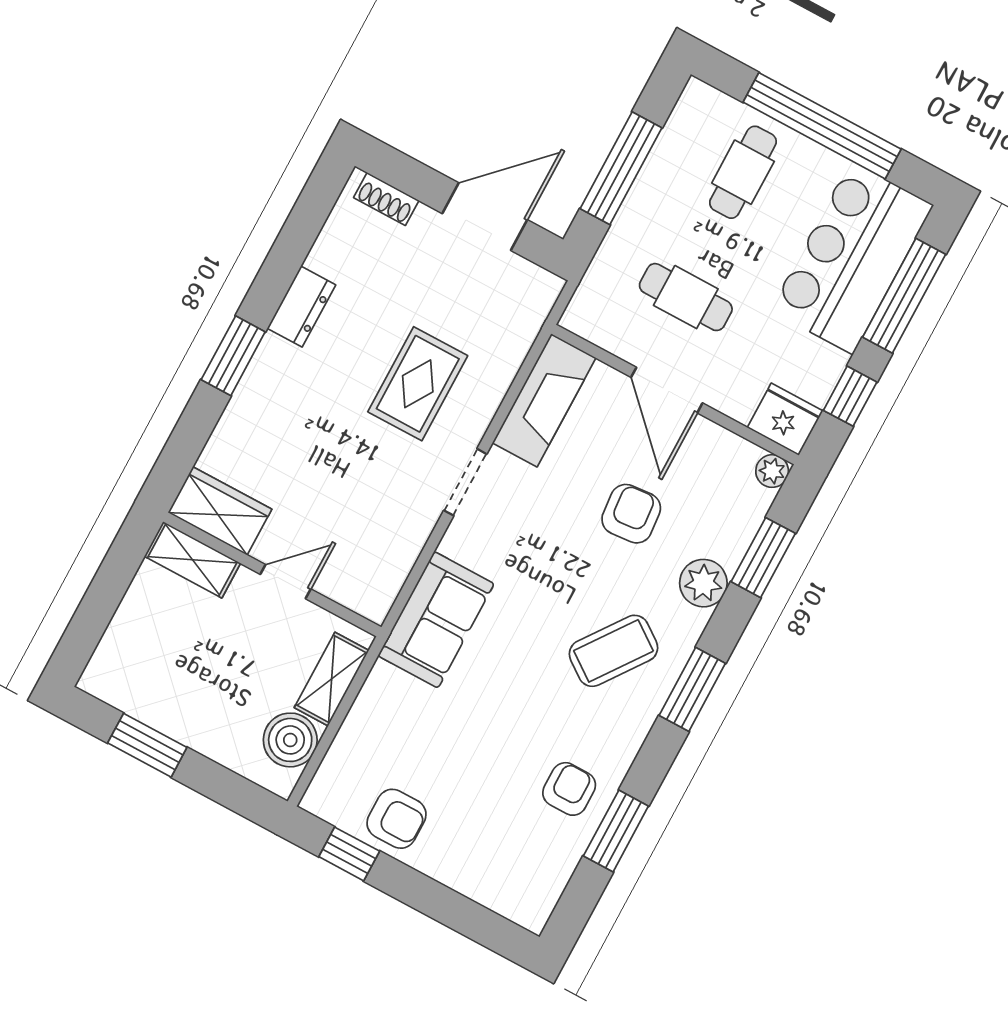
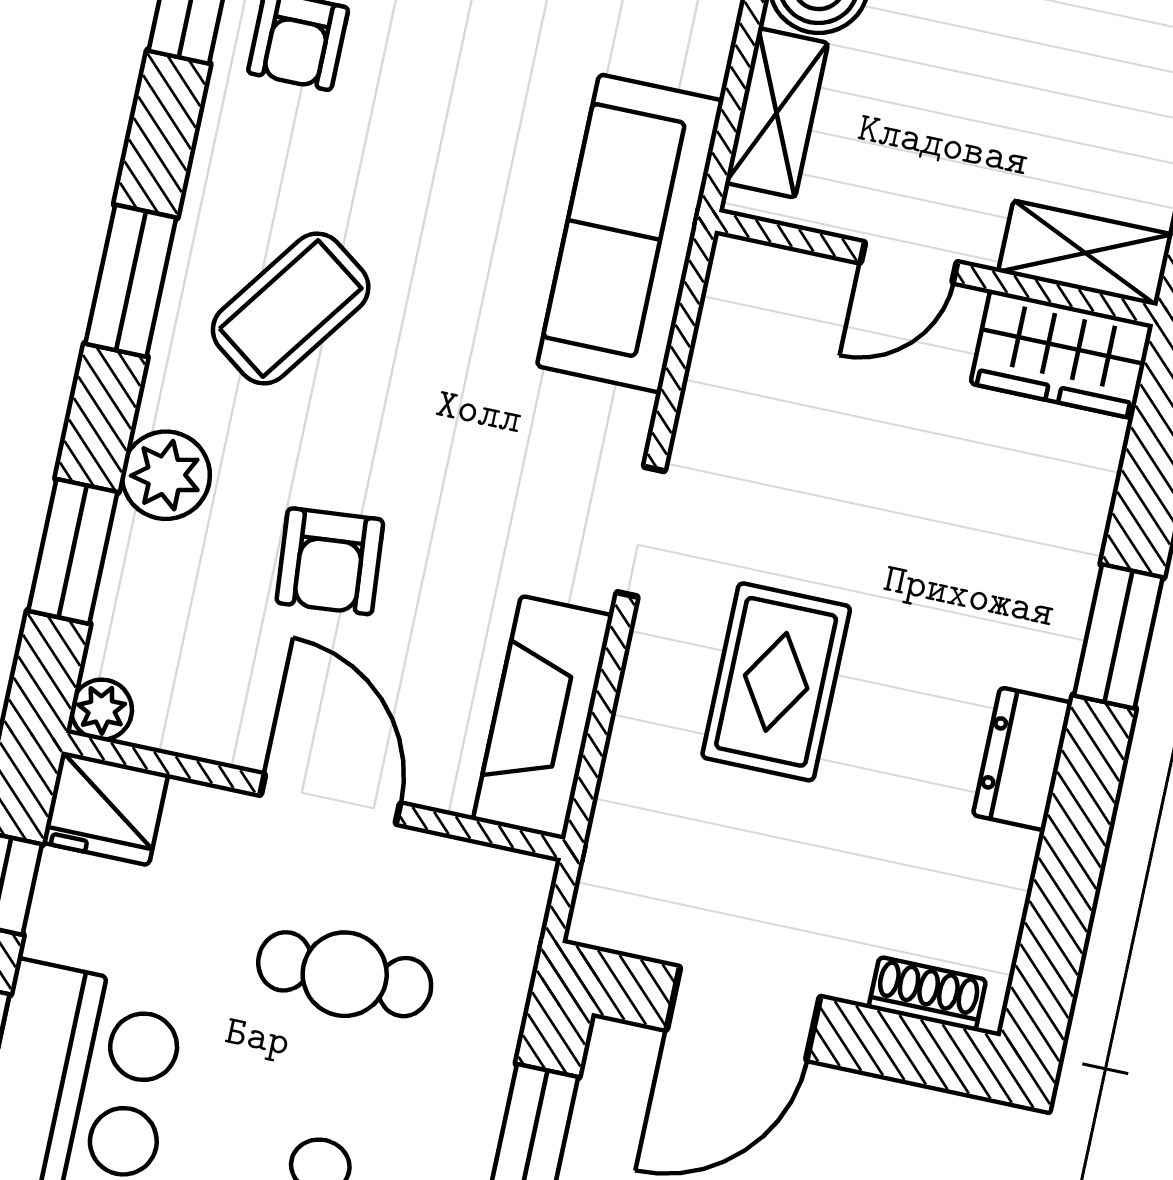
sofa: (436, 620) -> (630, 233), width x1.36

